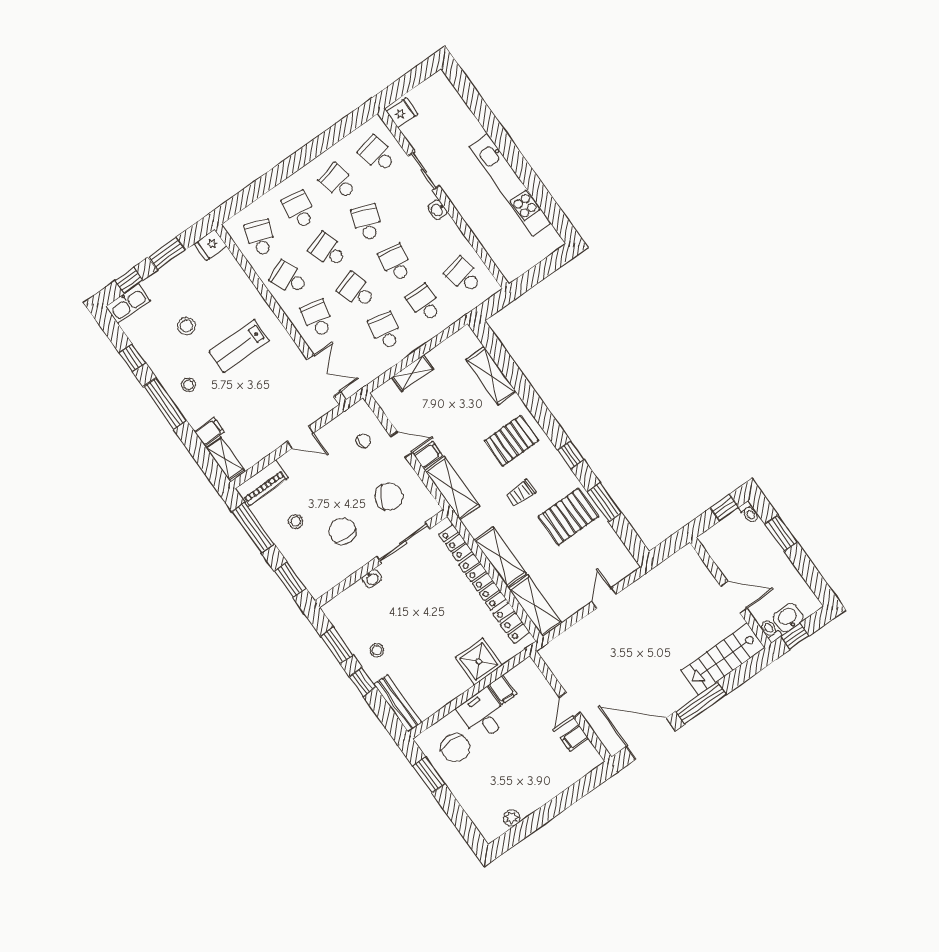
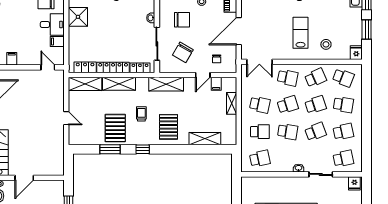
school desk: (367, 223) -> (316, 132), turned -42
stool: (186, 326) -> (326, 44), moved
door: (300, 437) -> (239, 31), width x1.87
filing cabinet: (428, 455) -> (216, 84), moved
shower: (479, 661) -> (78, 17), moved
door: (570, 705) -> (48, 67), moved

